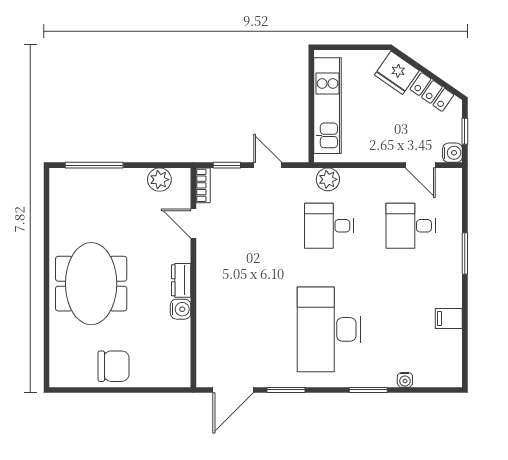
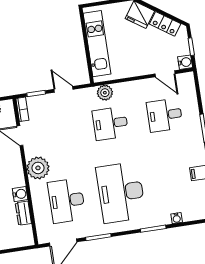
plant: (213, 275) -> (38, 168), added
dresser: (181, 280) -> (23, 213), moved
desk: (248, 329) -> (67, 201), added

